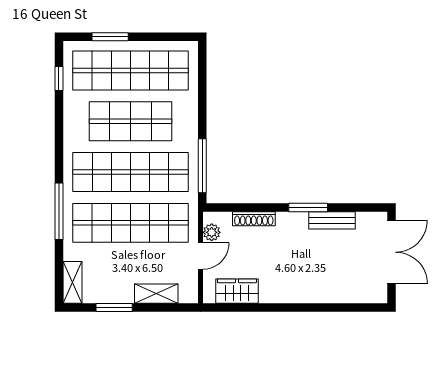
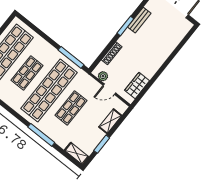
shop shelf: (131, 121) -> (27, 73), width x0.70, depth x0.74
shop shelf: (131, 223) -> (71, 108), width x0.50, depth x0.74
door: (201, 256) -> (109, 89), swing flipped

